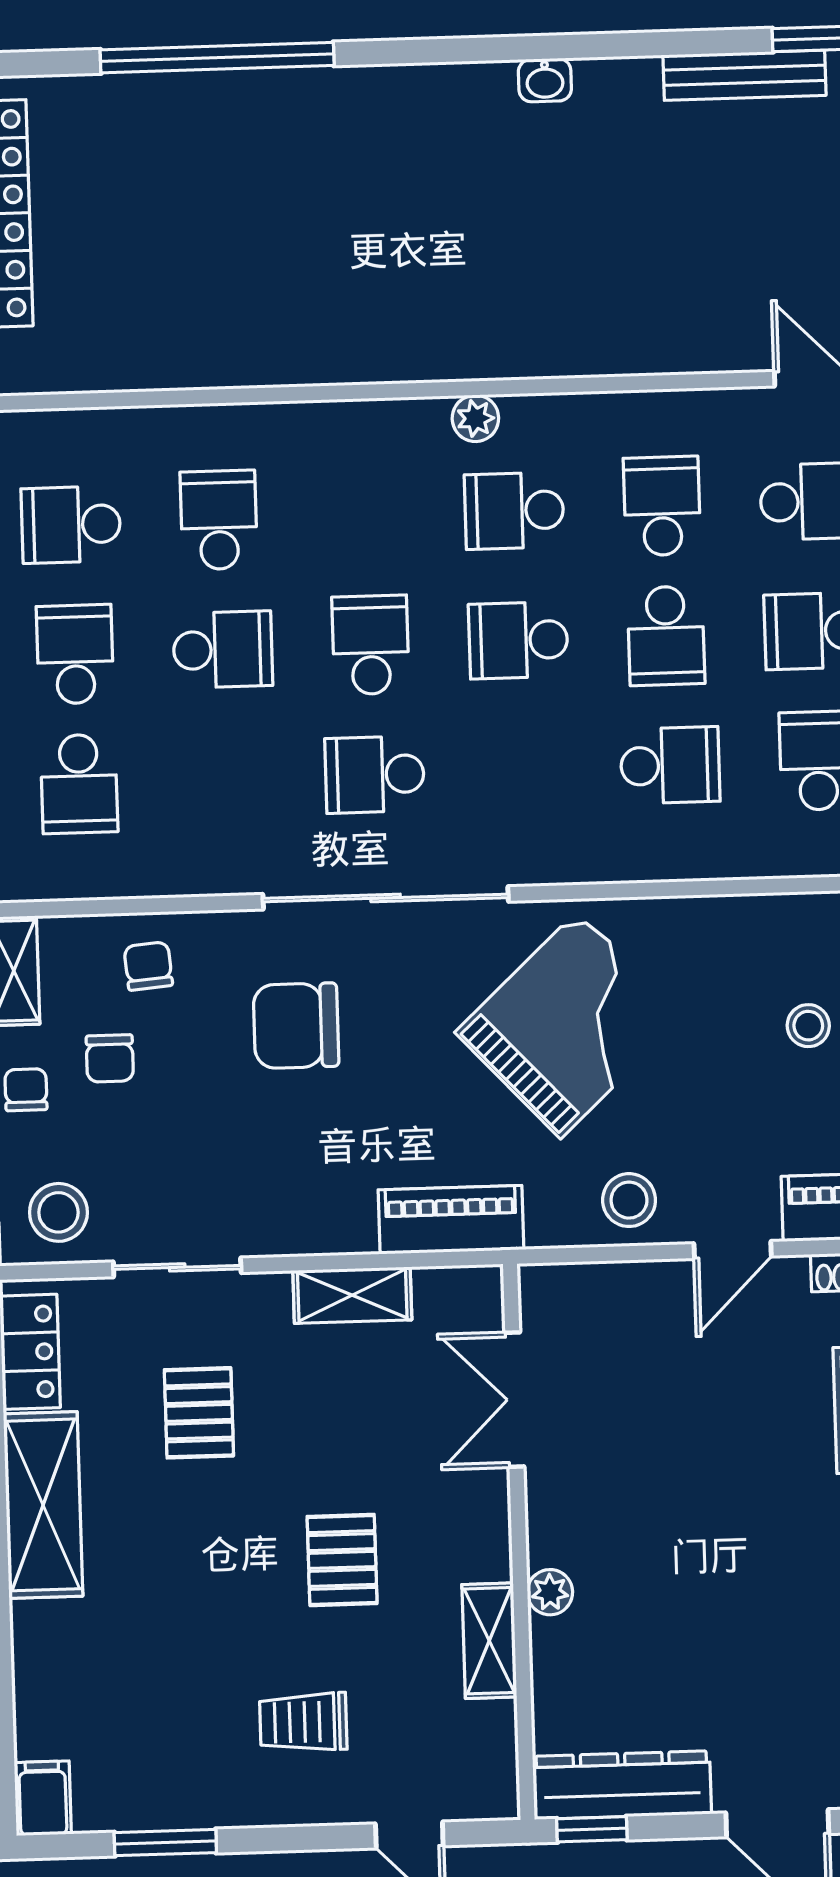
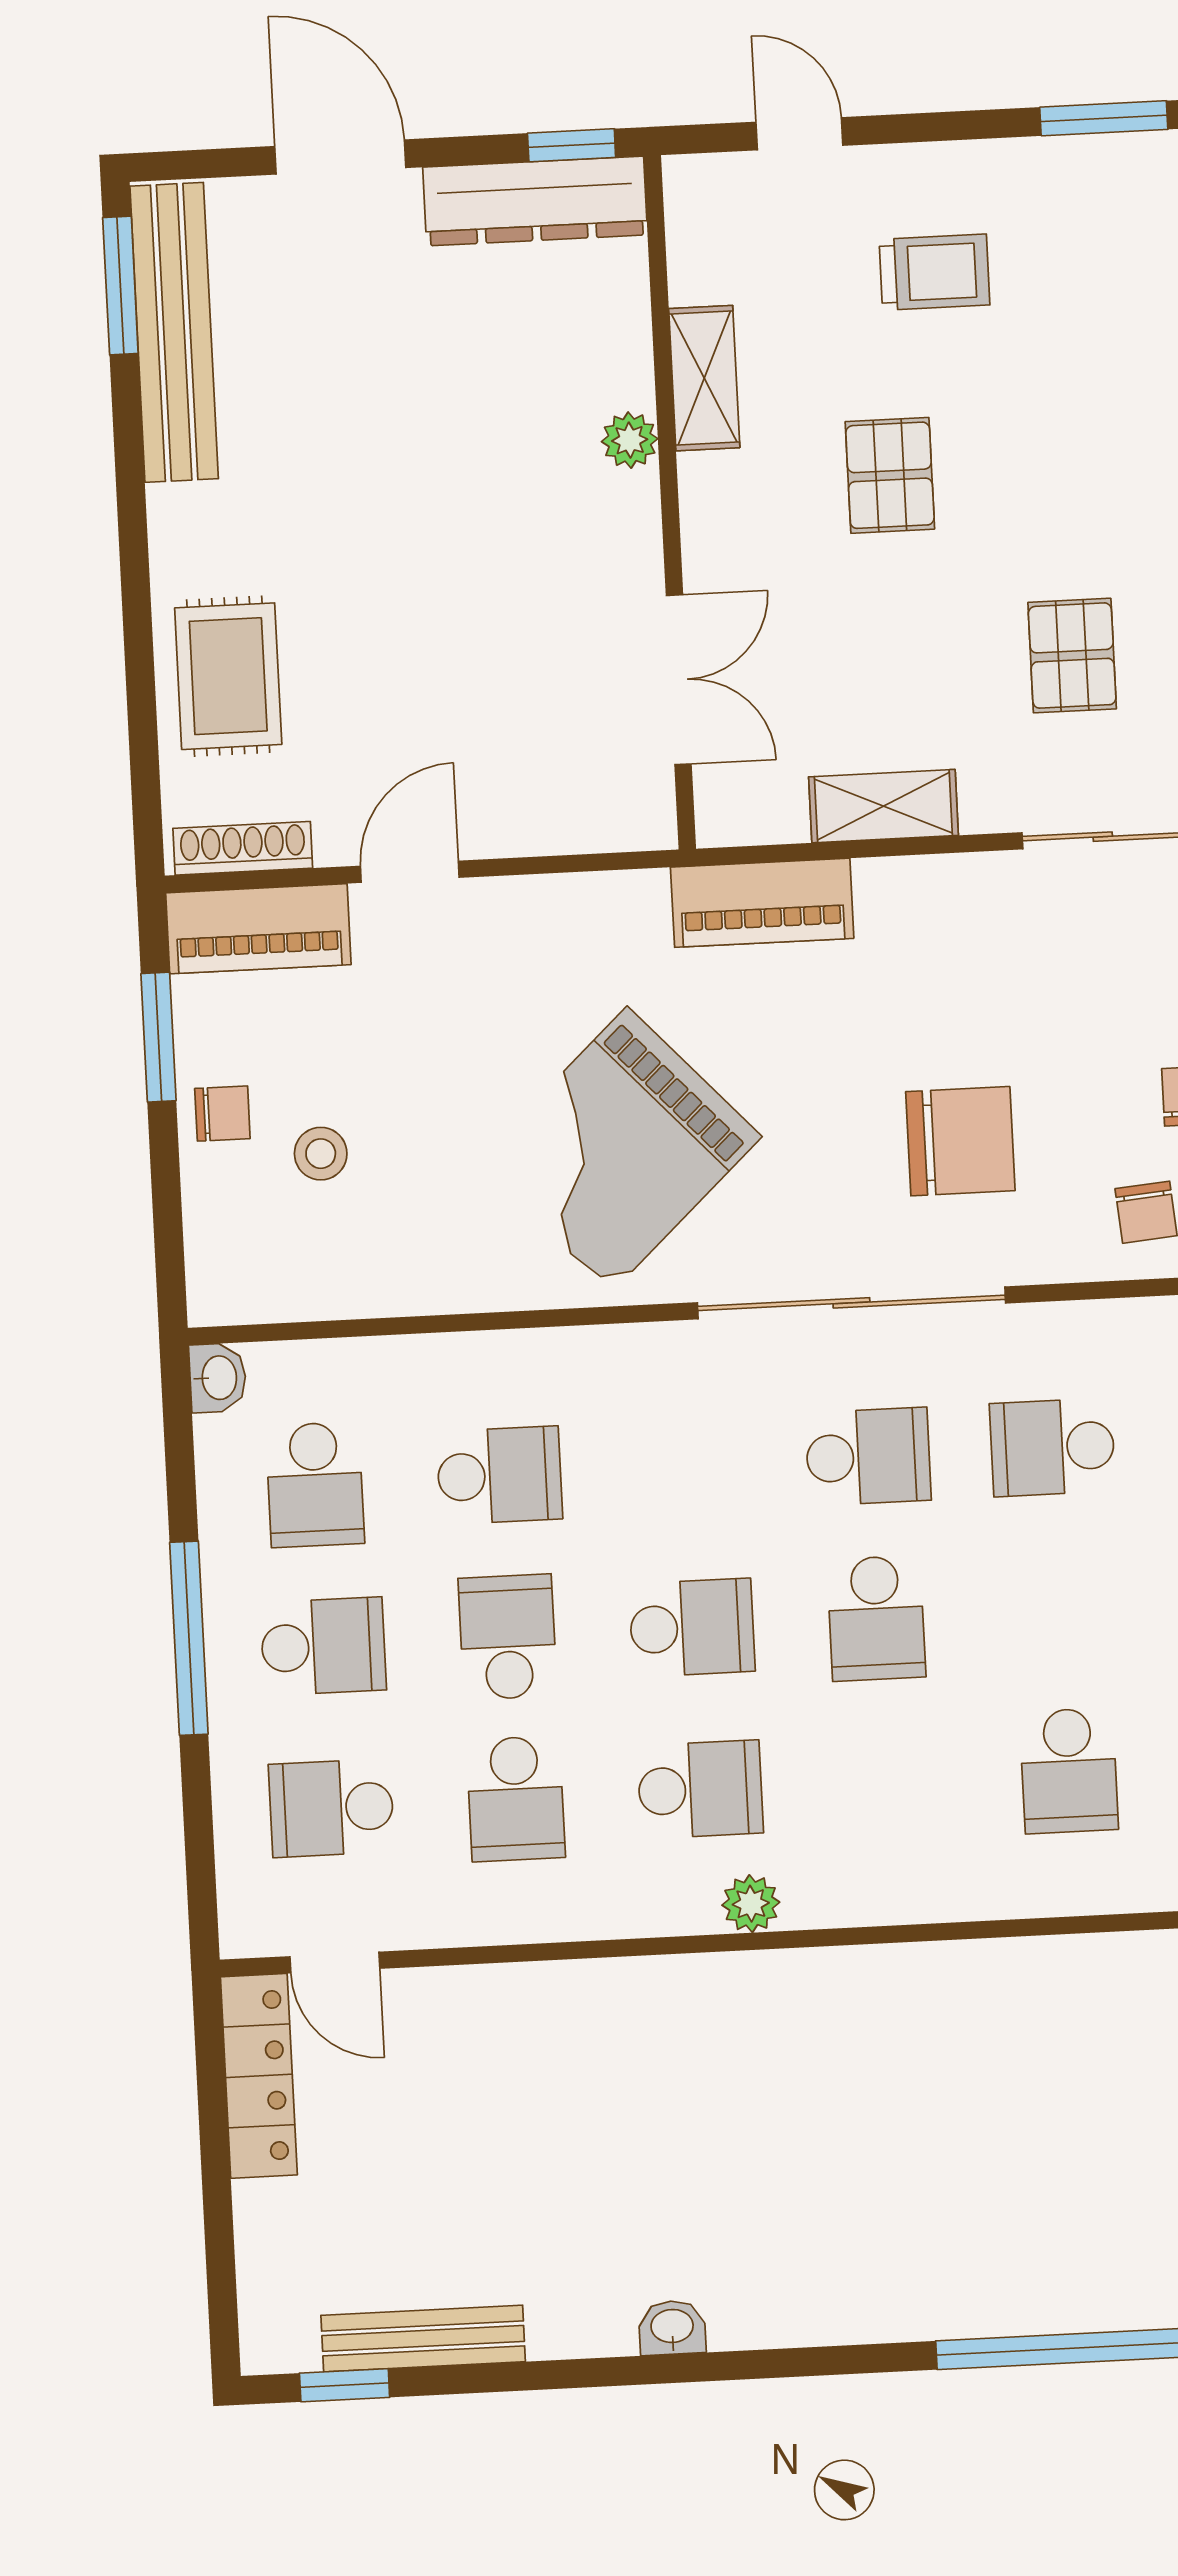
school desk: (223, 650) -> (1052, 1447), moved
school desk: (670, 765) -> (499, 1475), turned 180
stool: (629, 1200) -> (540, 932), removed

